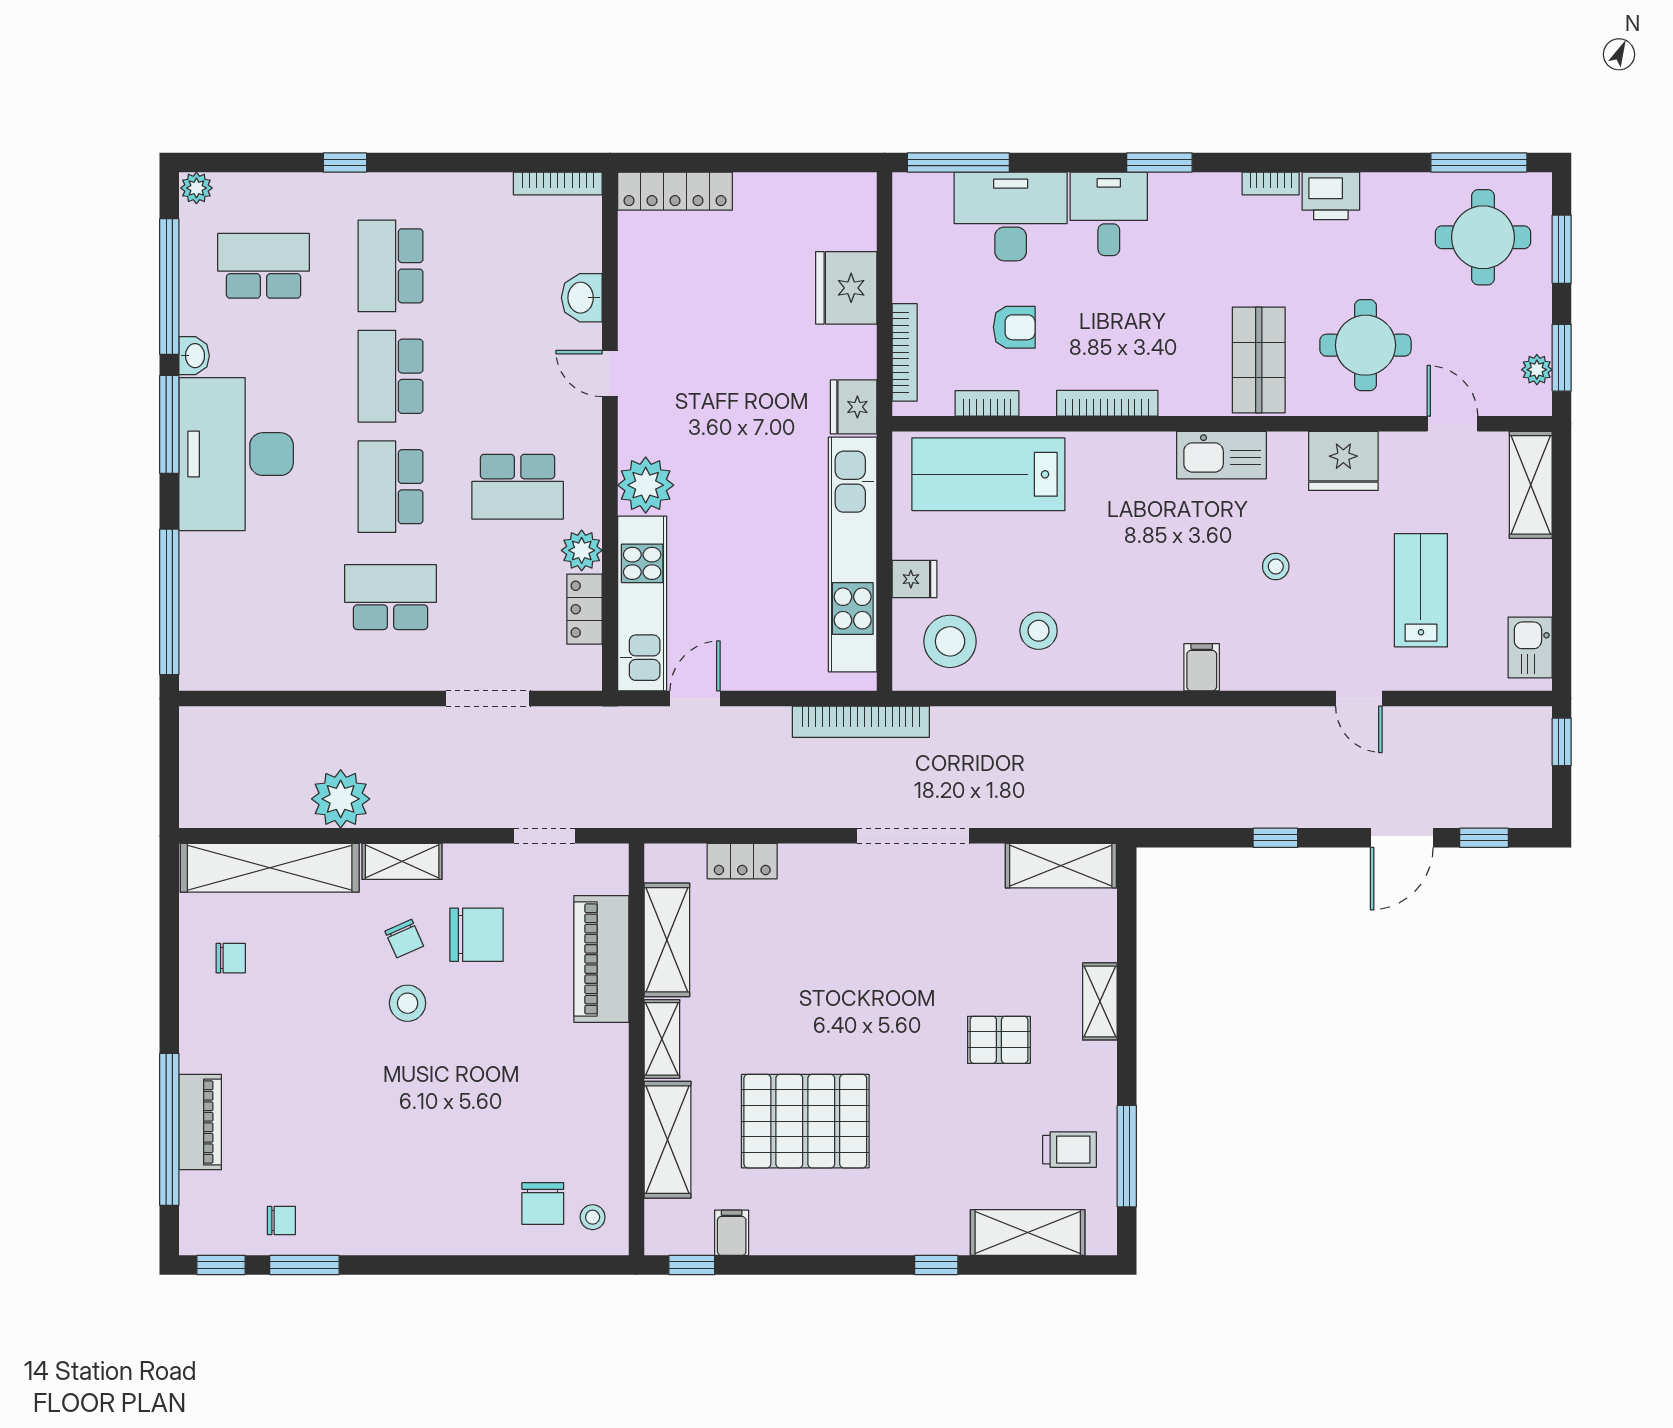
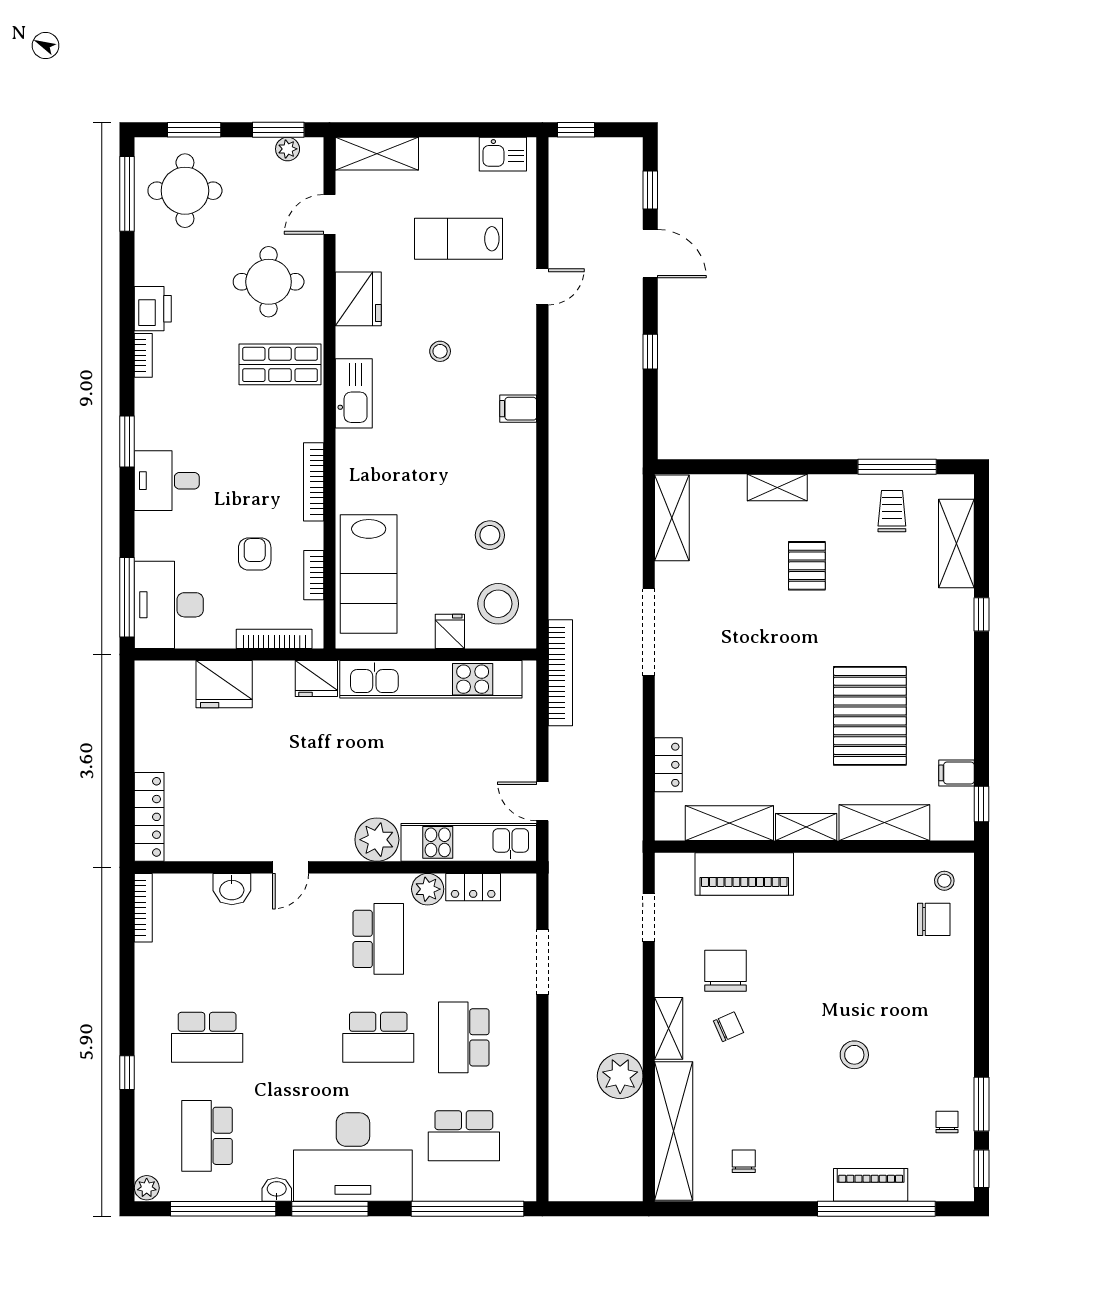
desk: (1011, 216) -> (169, 605), moved
school desk: (391, 376) -> (464, 1136), moved
stool: (408, 1003) -> (854, 1055), moved

